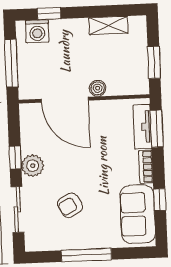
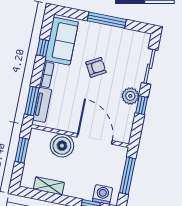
boiler: (98, 88) -> (62, 146), width x1.86, depth x1.86
armchair: (70, 205) -> (96, 67), moved

